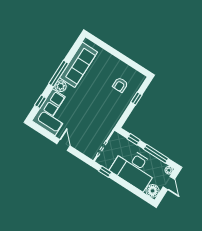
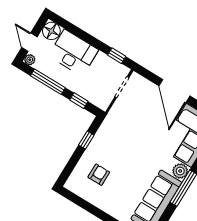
window: (136, 98) -> (86, 140), moved
door: (64, 145) -> (174, 91), width x1.87
desk: (134, 169) -> (73, 53), width x0.73, depth x0.77

